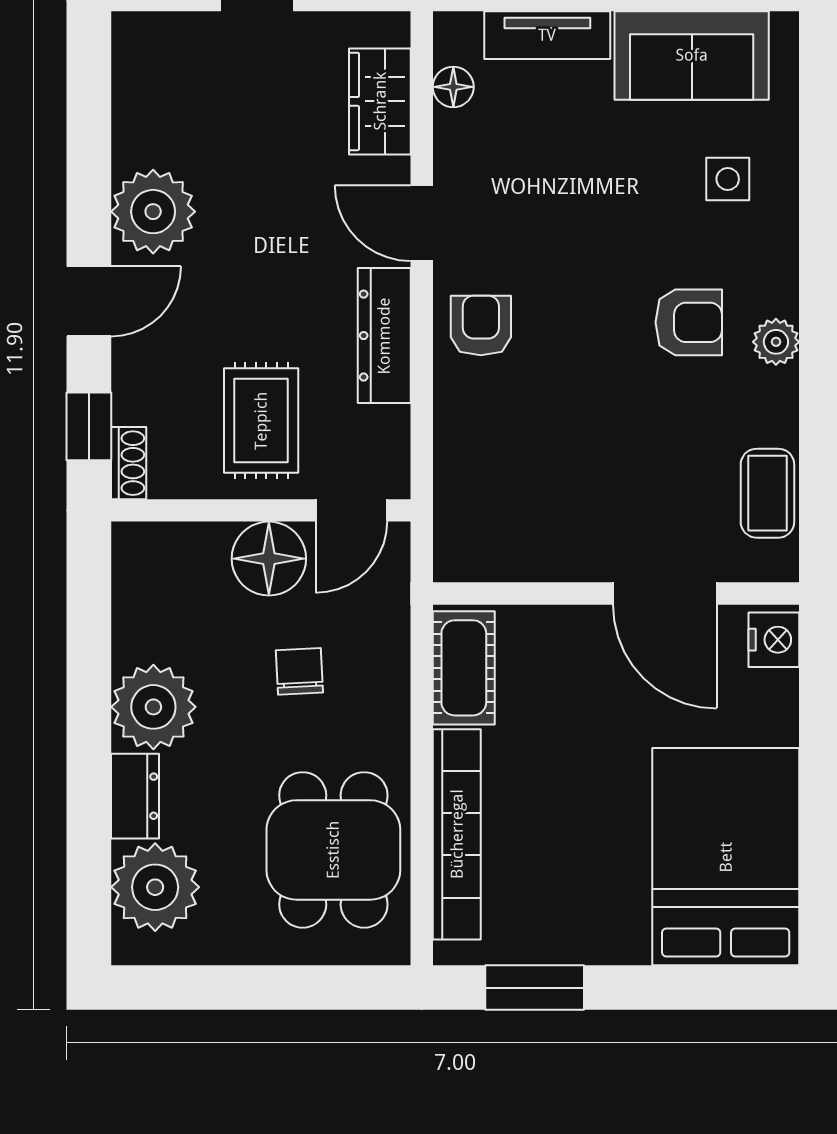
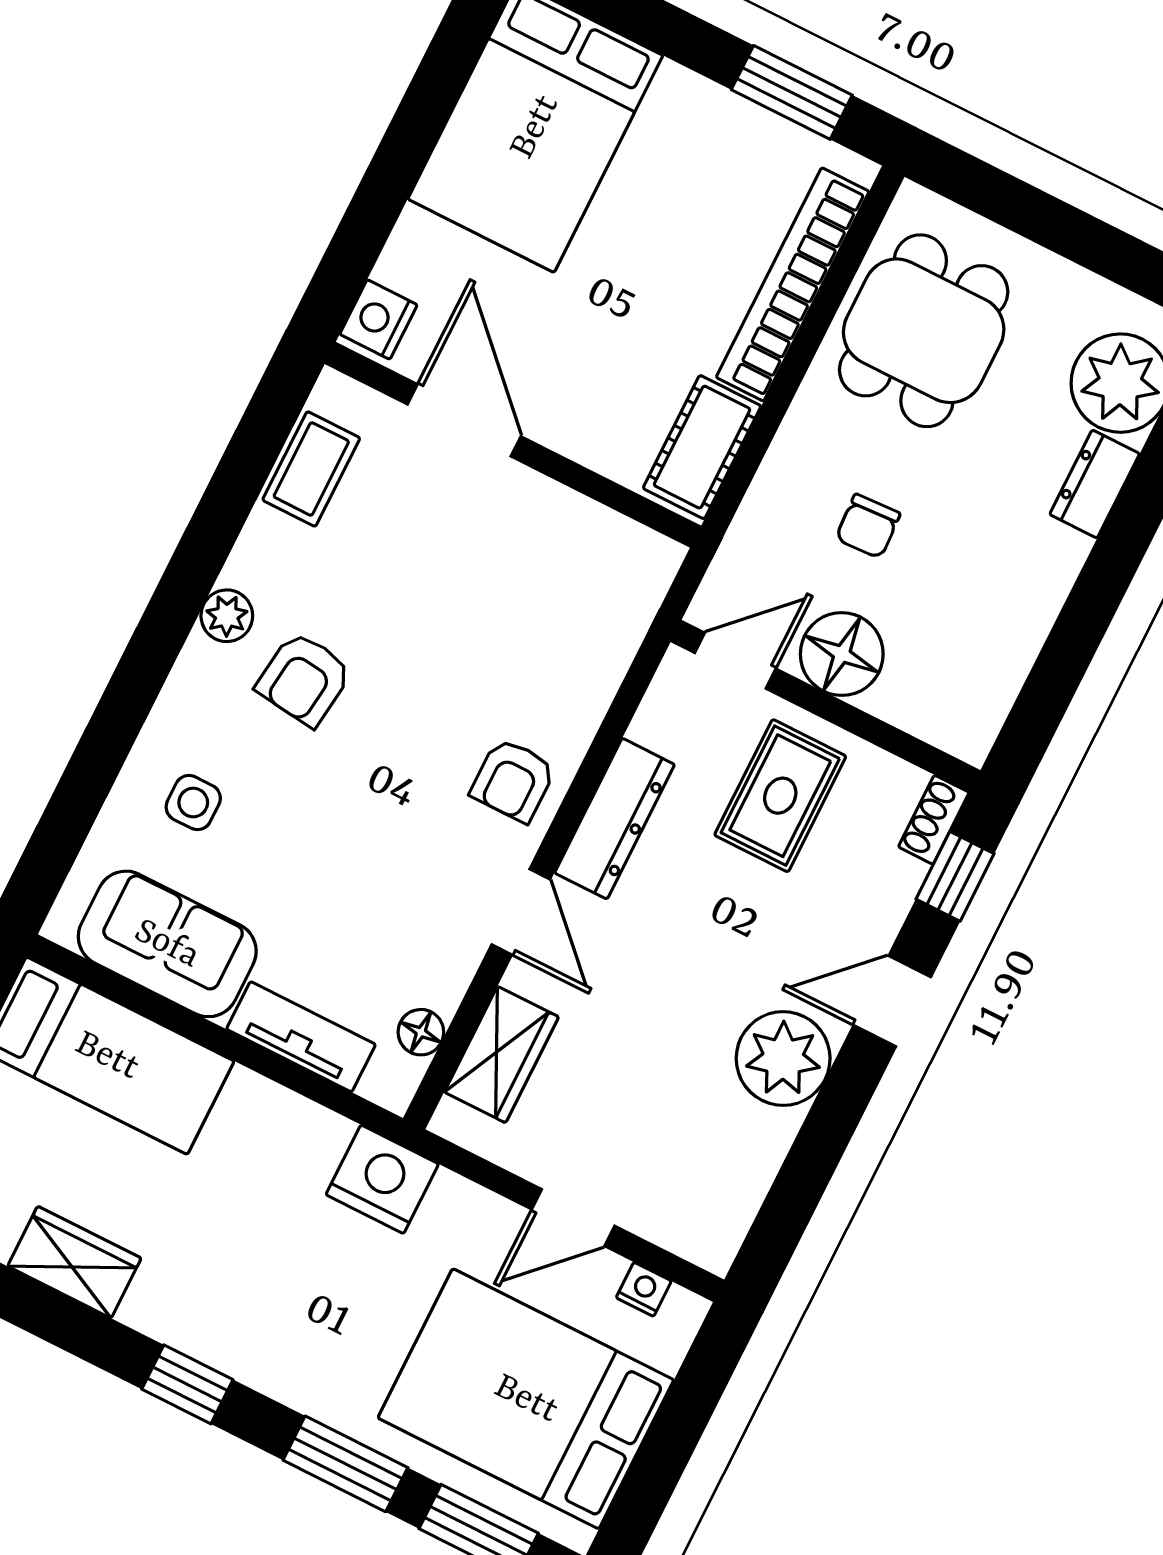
armchair: (689, 322) -> (304, 679), turned -83
plant: (153, 707) -> (1031, 564), removed

